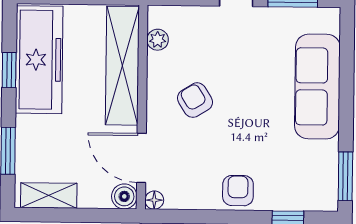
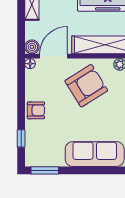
armchair: (195, 100) -> (86, 86), width x1.88, depth x1.88

